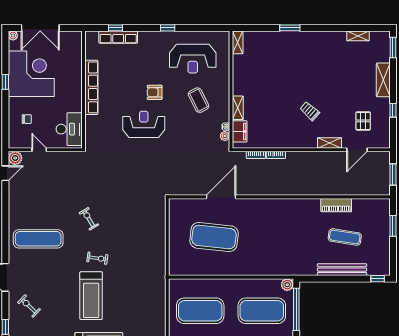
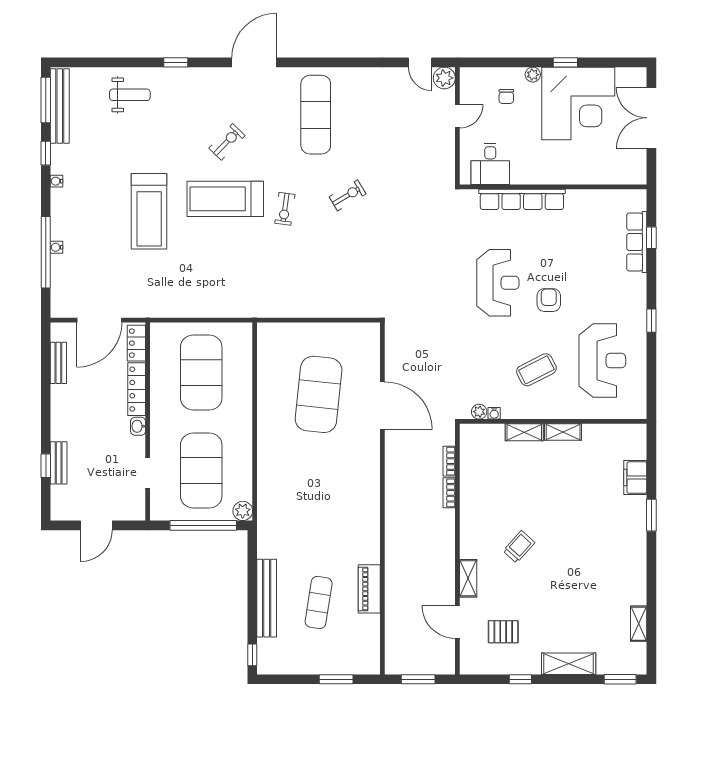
plant: (13, 36) -> (533, 75), moved
shelving: (238, 42) -> (563, 432), moved
reception desk: (193, 59) -> (602, 361), turned 180
row of seats: (91, 87) -> (522, 199), moved
desk: (69, 129) -> (490, 164), width x0.73
filing cabinet: (240, 131) -> (635, 478), moved, turned 90
exercise bike: (29, 306) -> (227, 142), moved

